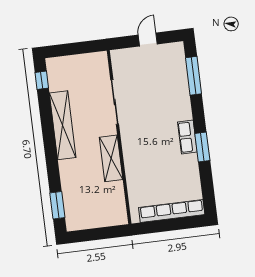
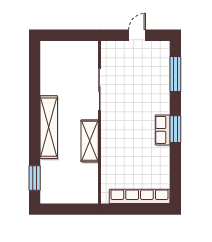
window: (42, 80) -> (35, 61), removed
shelving: (63, 125) -> (49, 127), moved
window: (202, 147) -> (175, 129), moved

